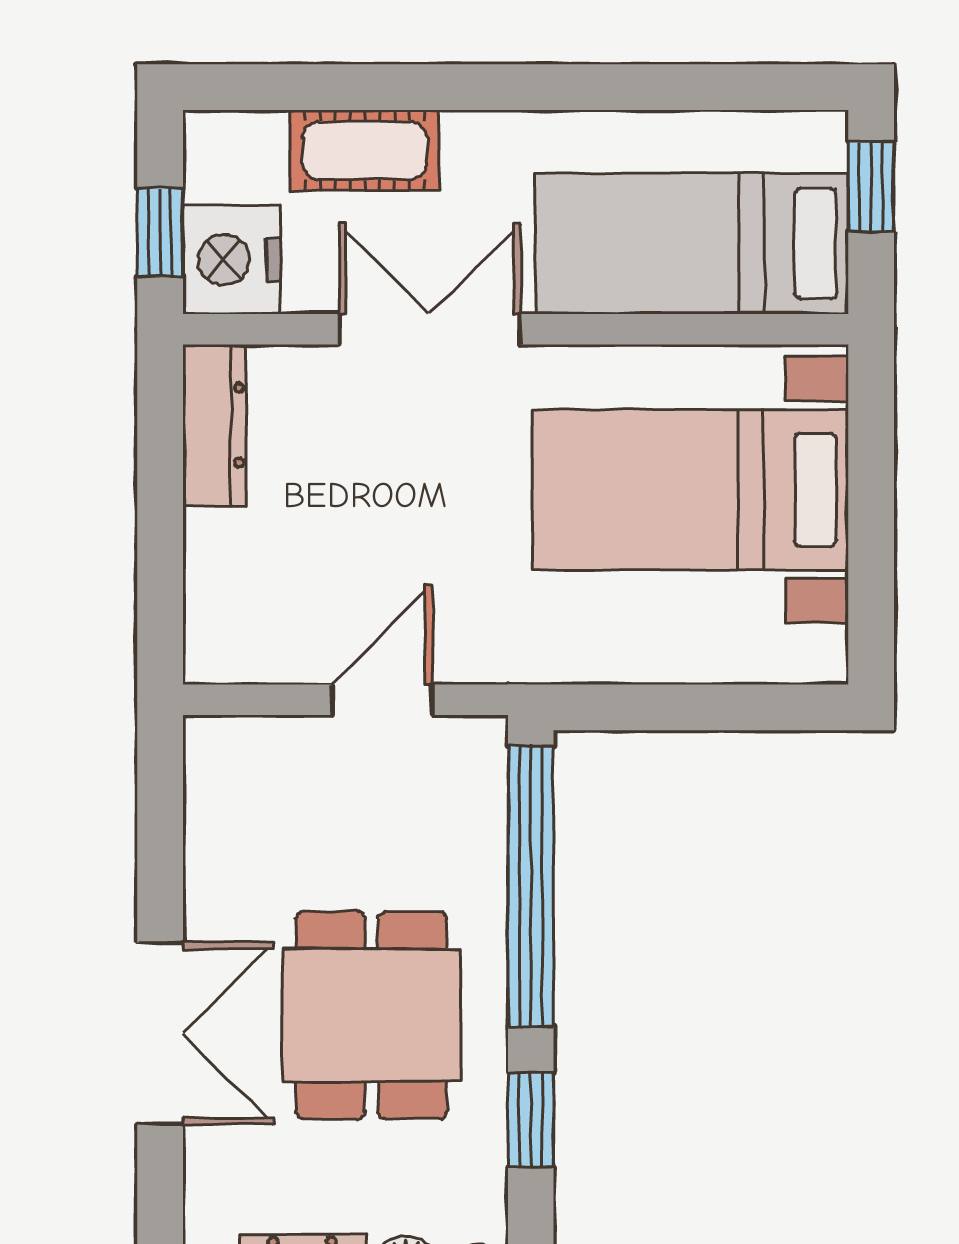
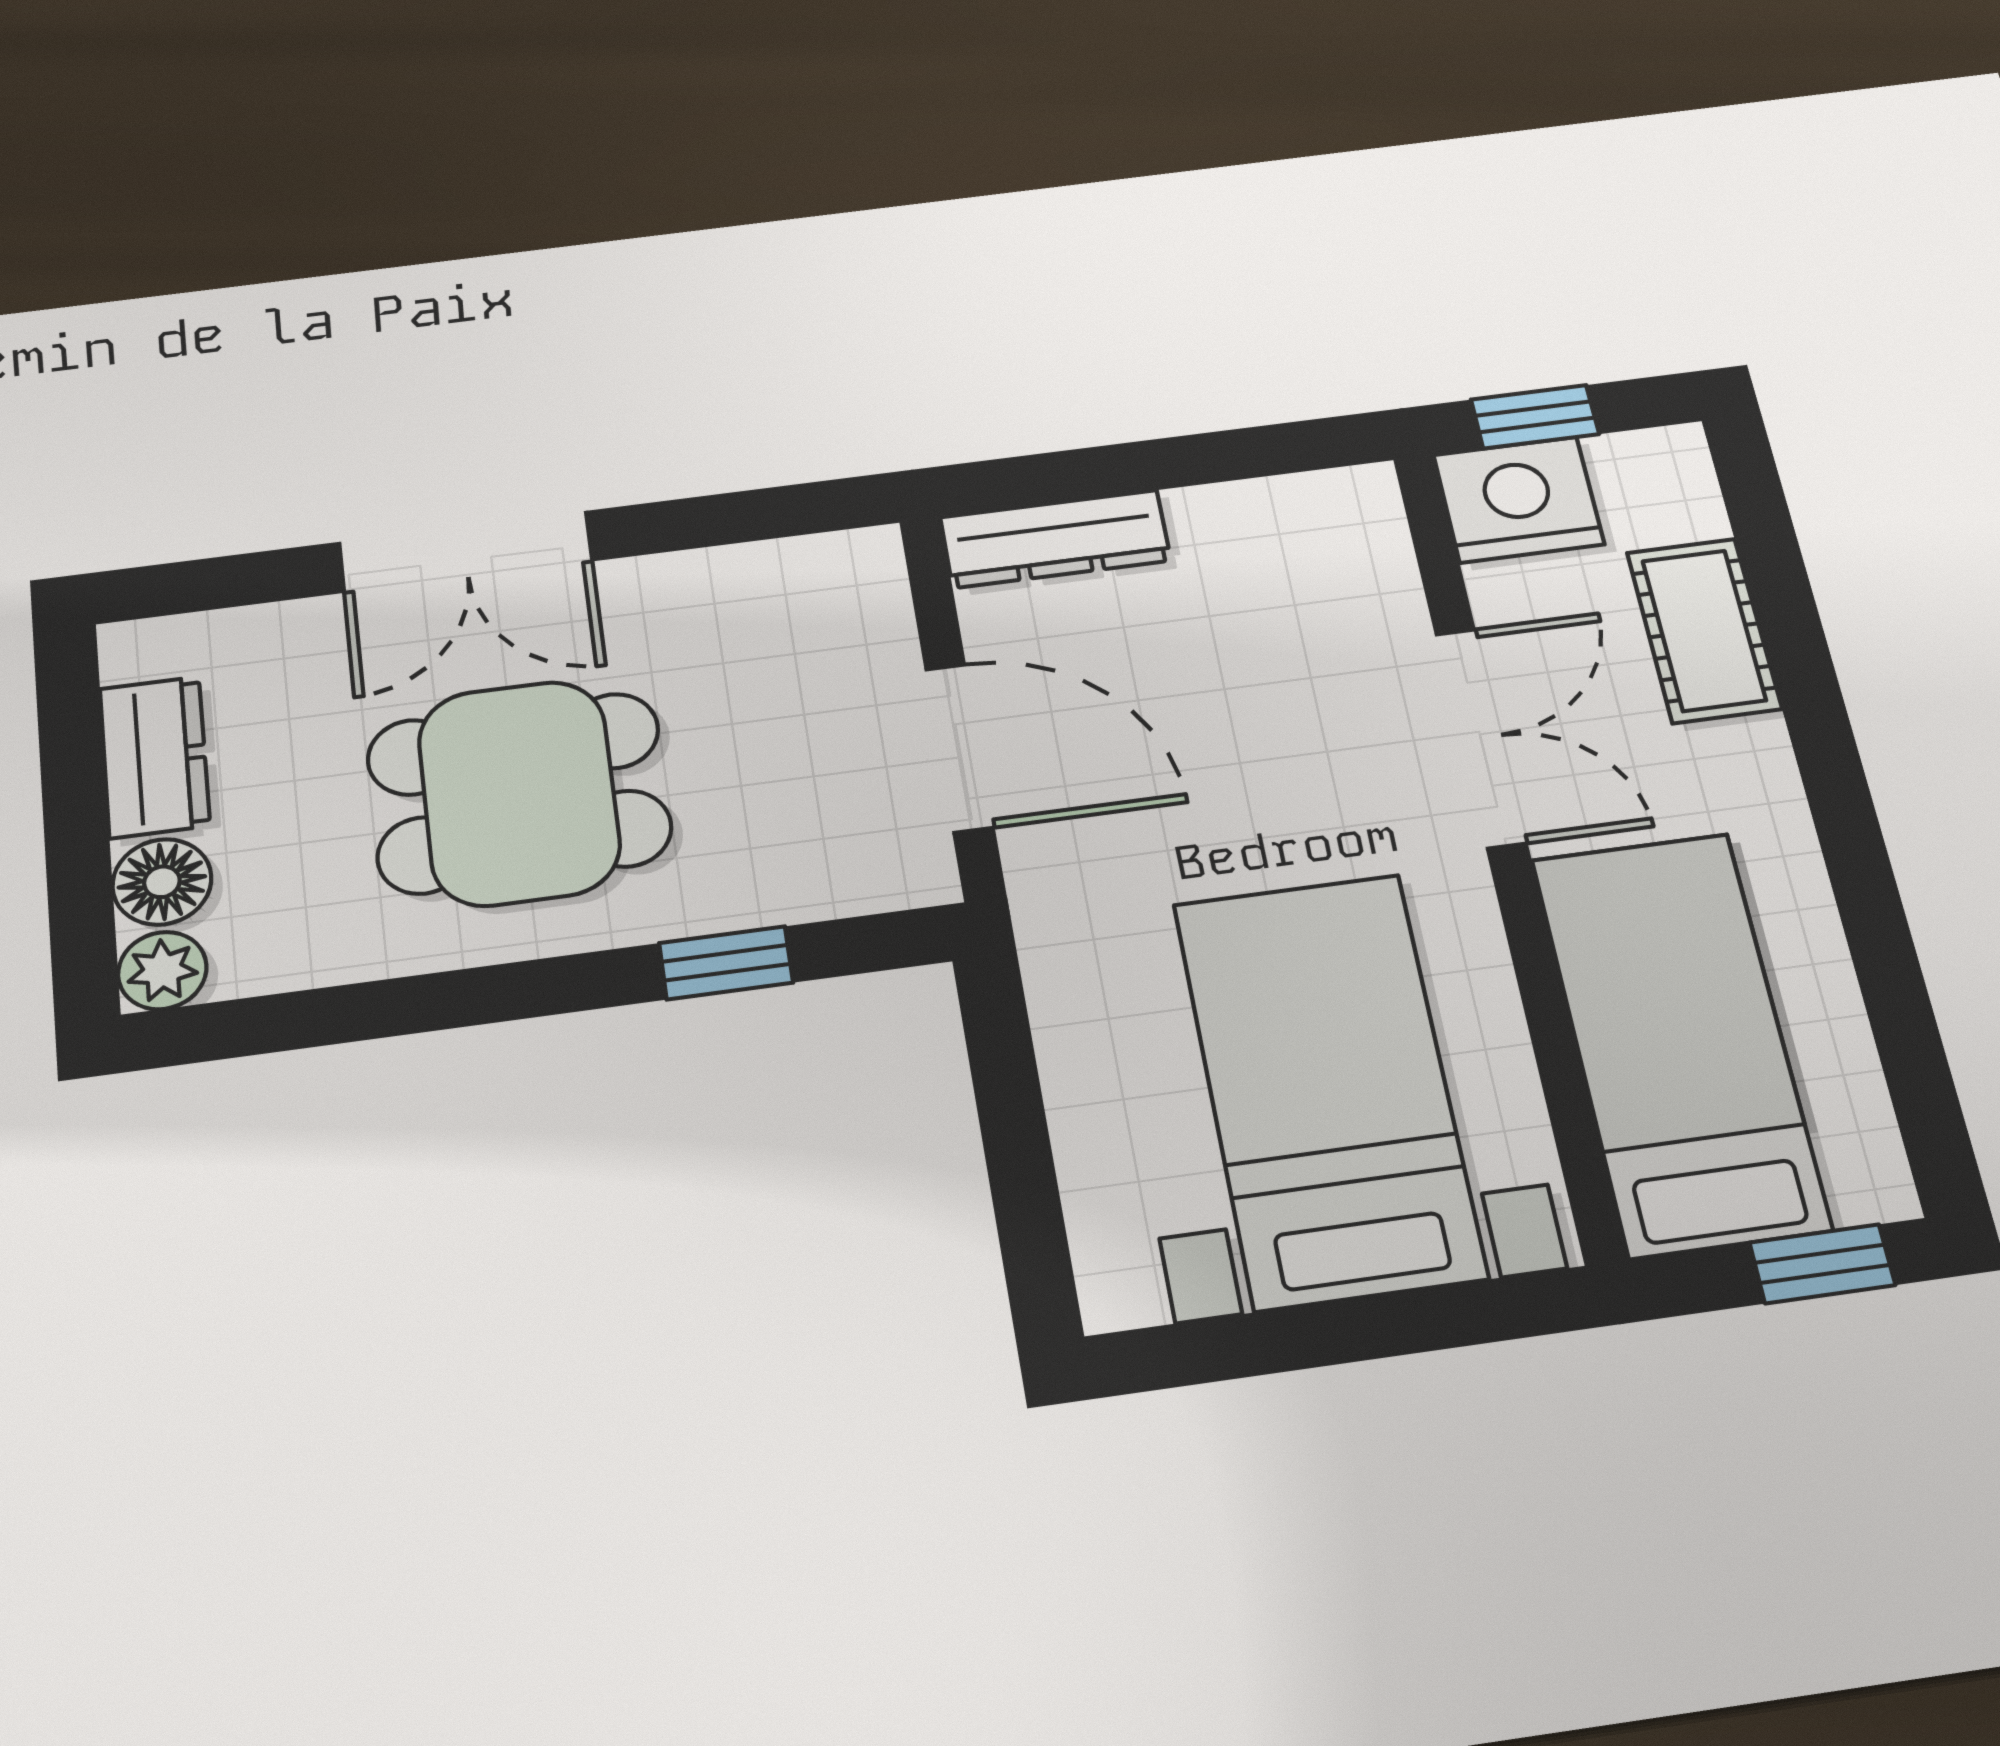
dresser: (214, 425) -> (1055, 539), moved
door: (382, 700) -> (959, 748), width x1.38
window: (531, 886) -> (726, 963), width x0.32
window: (531, 1120) -> (391, 1008), removed

